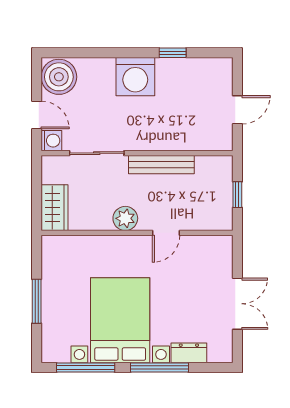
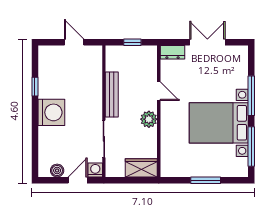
boiler: (59, 77) -> (57, 171), width x0.54, depth x0.54
dresser: (189, 353) -> (172, 52), moved, turned -90

